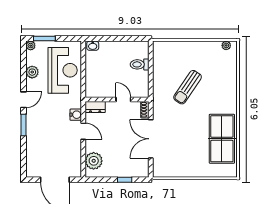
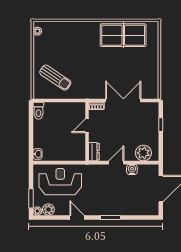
toilet: (140, 64) -> (38, 111), moved
plant: (32, 72) -> (48, 210), moved
sun lounger: (188, 87) -> (55, 78), moved
door: (24, 100) -> (77, 217), moved
water cooler: (76, 115) -> (132, 169), moved
double door: (151, 139) -> (123, 100), swing flipped

